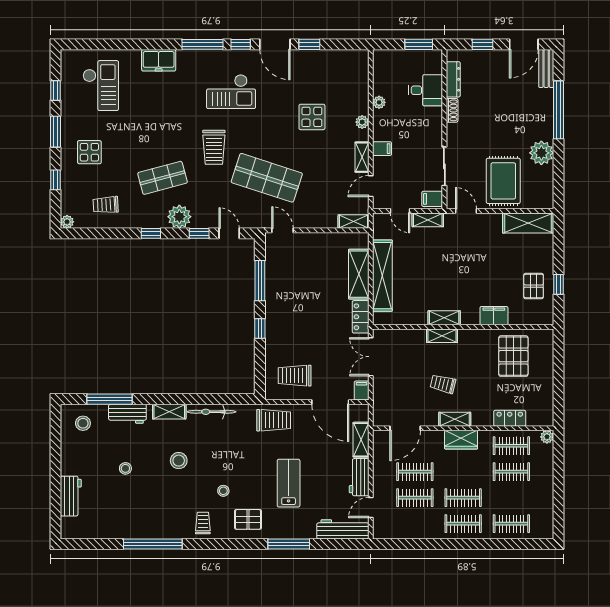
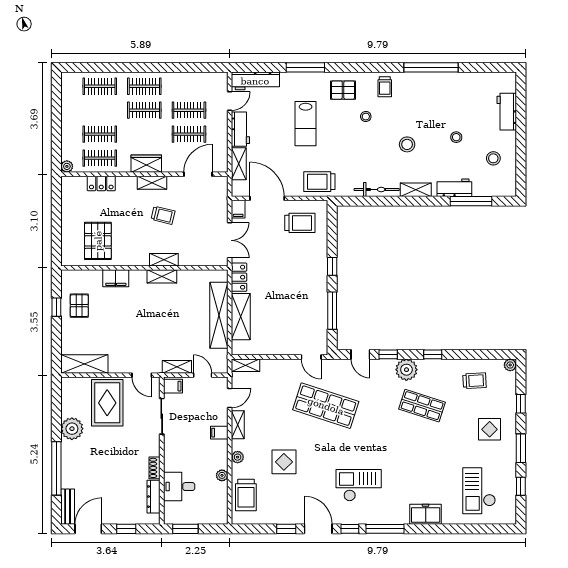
trolley: (214, 147) -> (246, 495), moved, turned 180
shop shelf: (162, 178) -> (422, 406), turned 33
stool: (83, 423) -> (493, 158), moved

